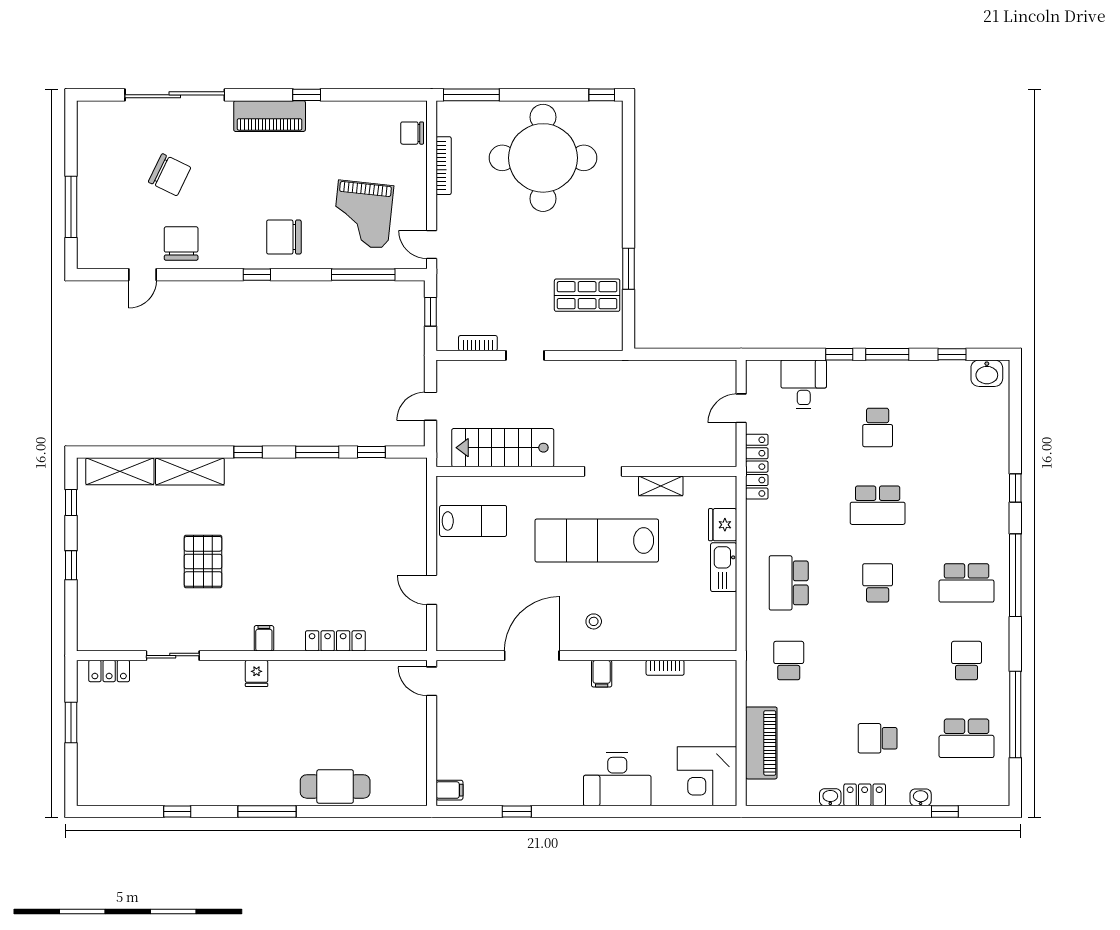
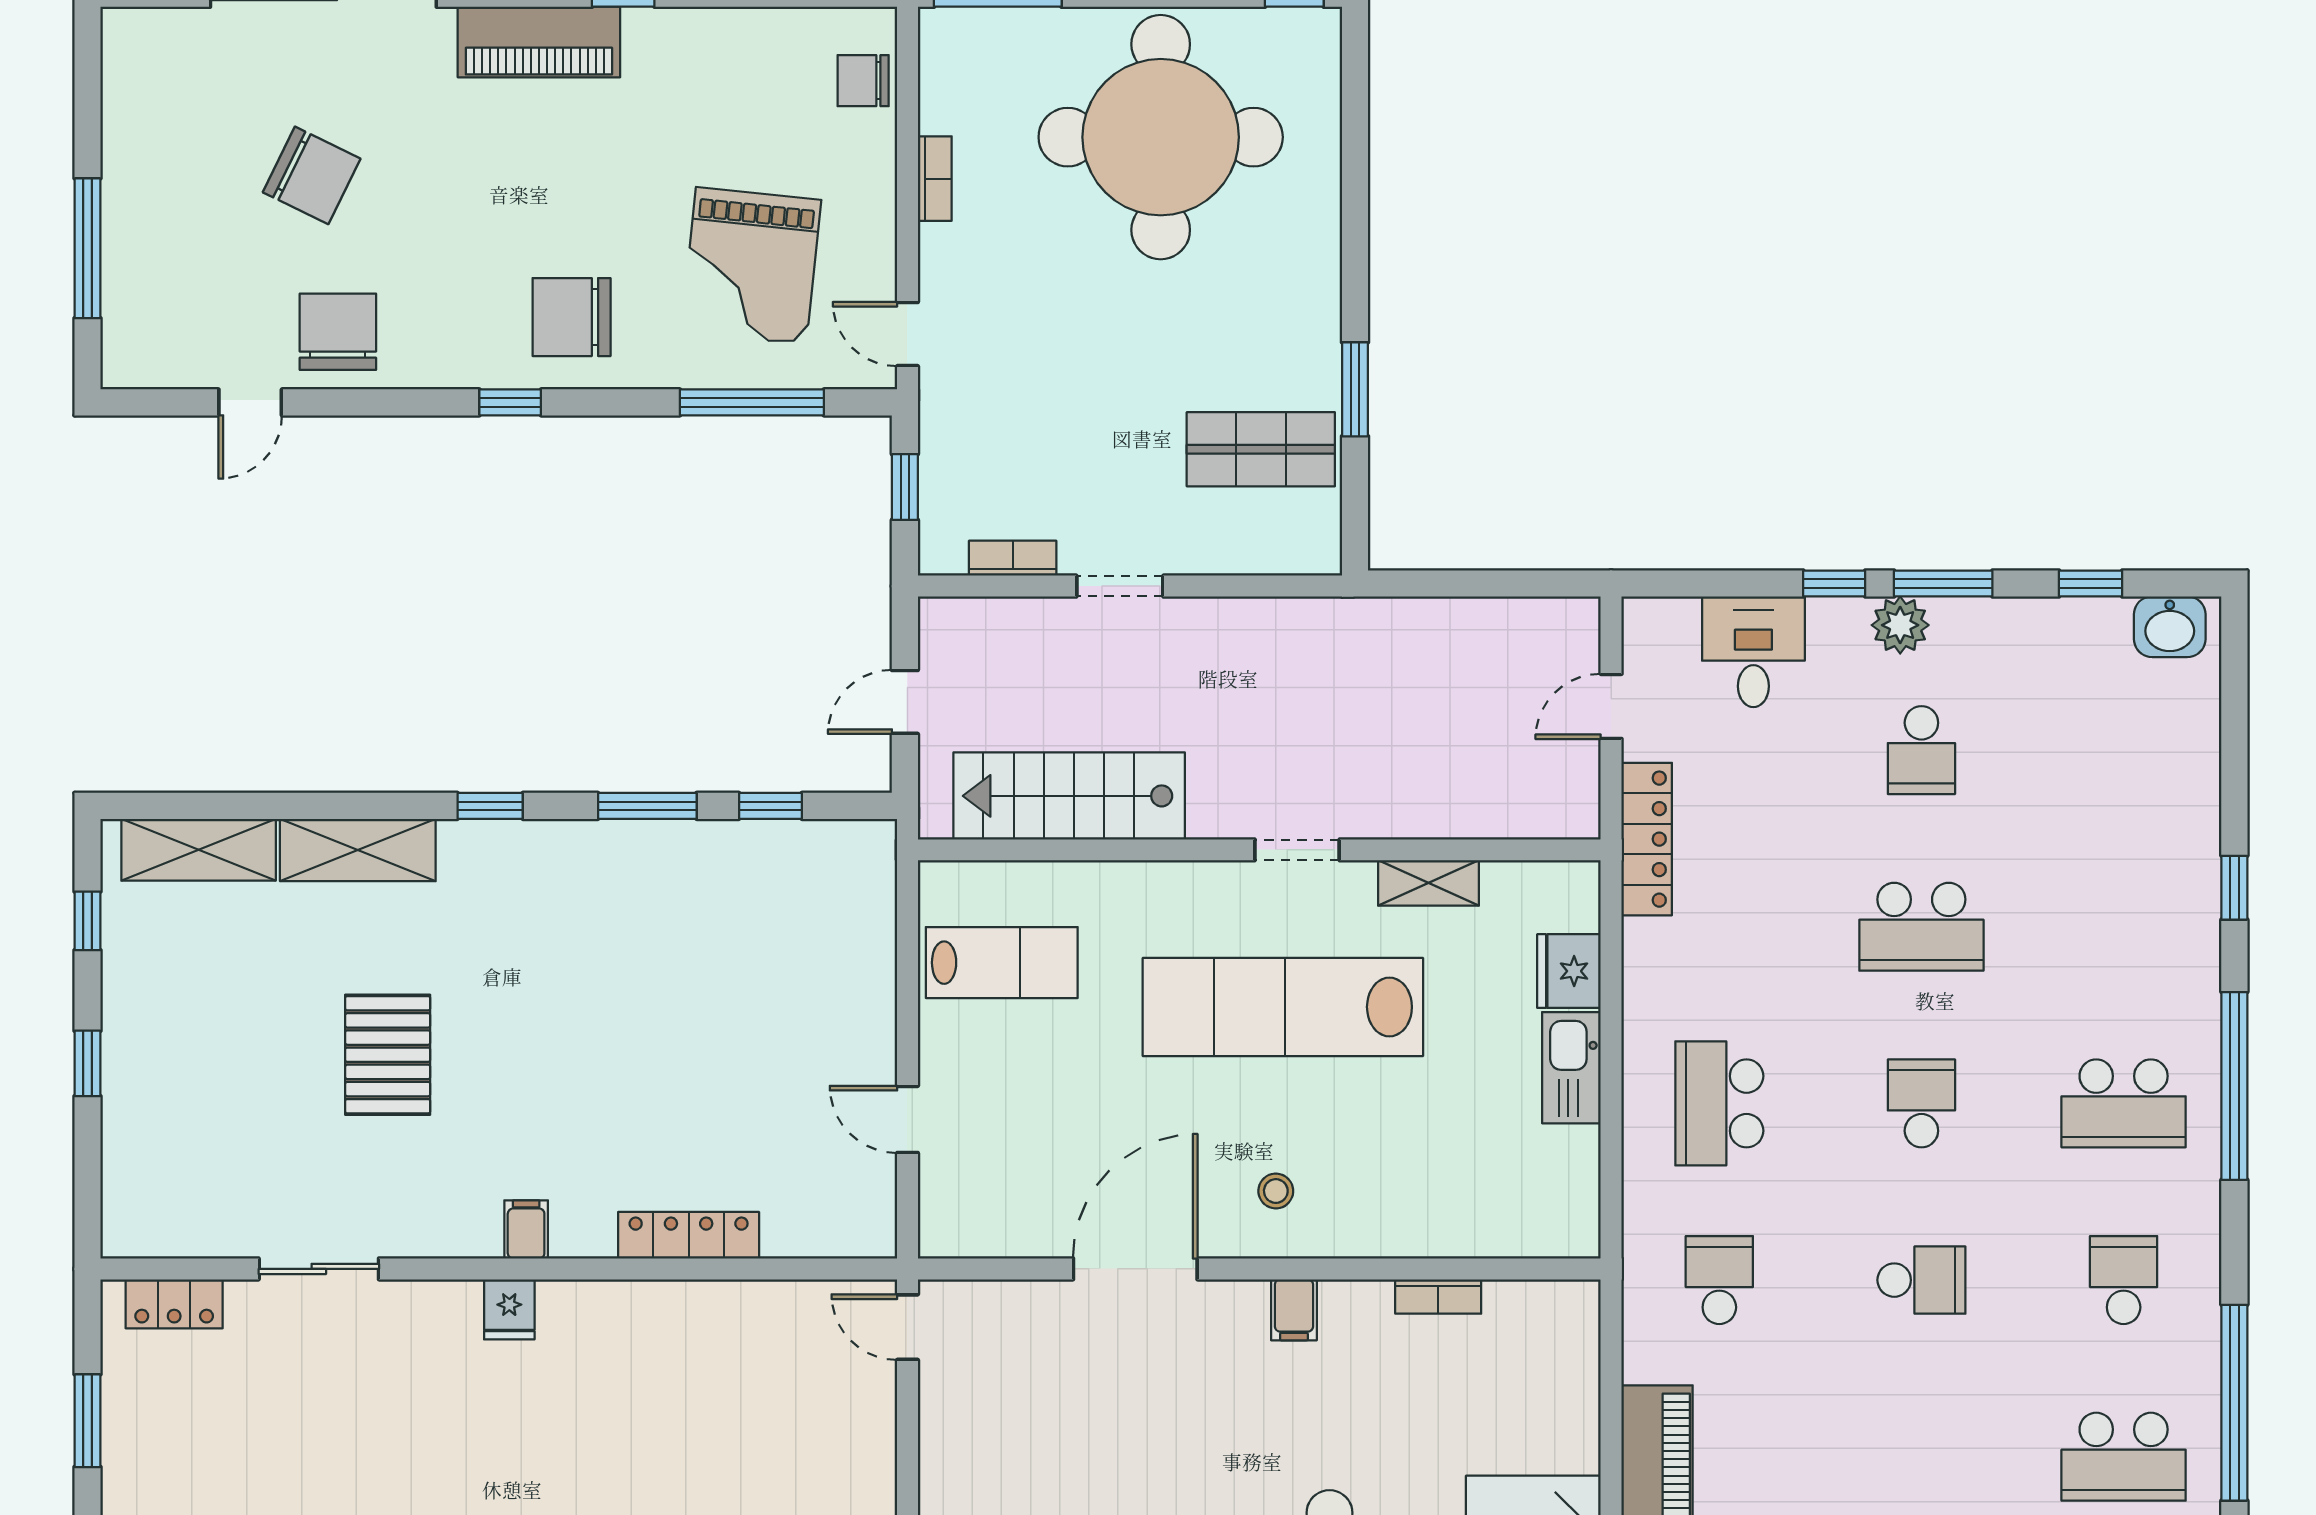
bookcase: (444, 166) -> (935, 179), width x0.64
plant: (868, 372) -> (1900, 625), added
school desk: (878, 738) -> (1921, 1280), moved, turned 180

